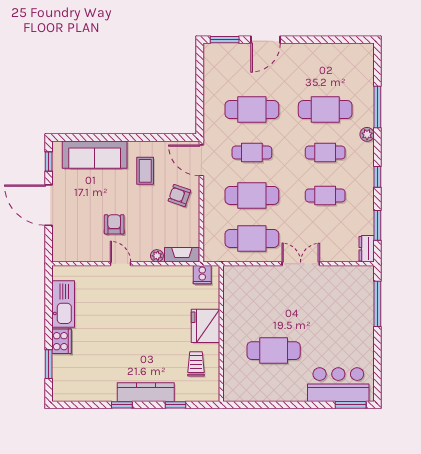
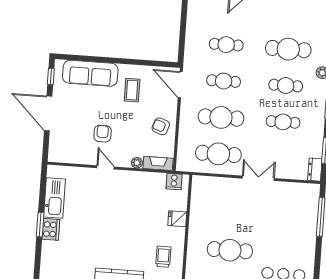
cafe table: (252, 110) -> (226, 45), width x0.73, depth x0.74
armchair: (179, 196) -> (161, 126), moved
fridge: (206, 326) -> (177, 219), width x0.53, depth x0.75
window: (49, 364) -> (40, 225), moved

